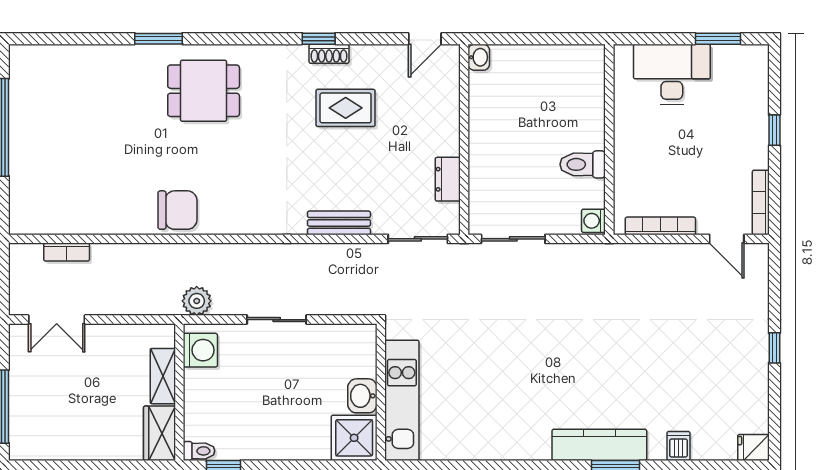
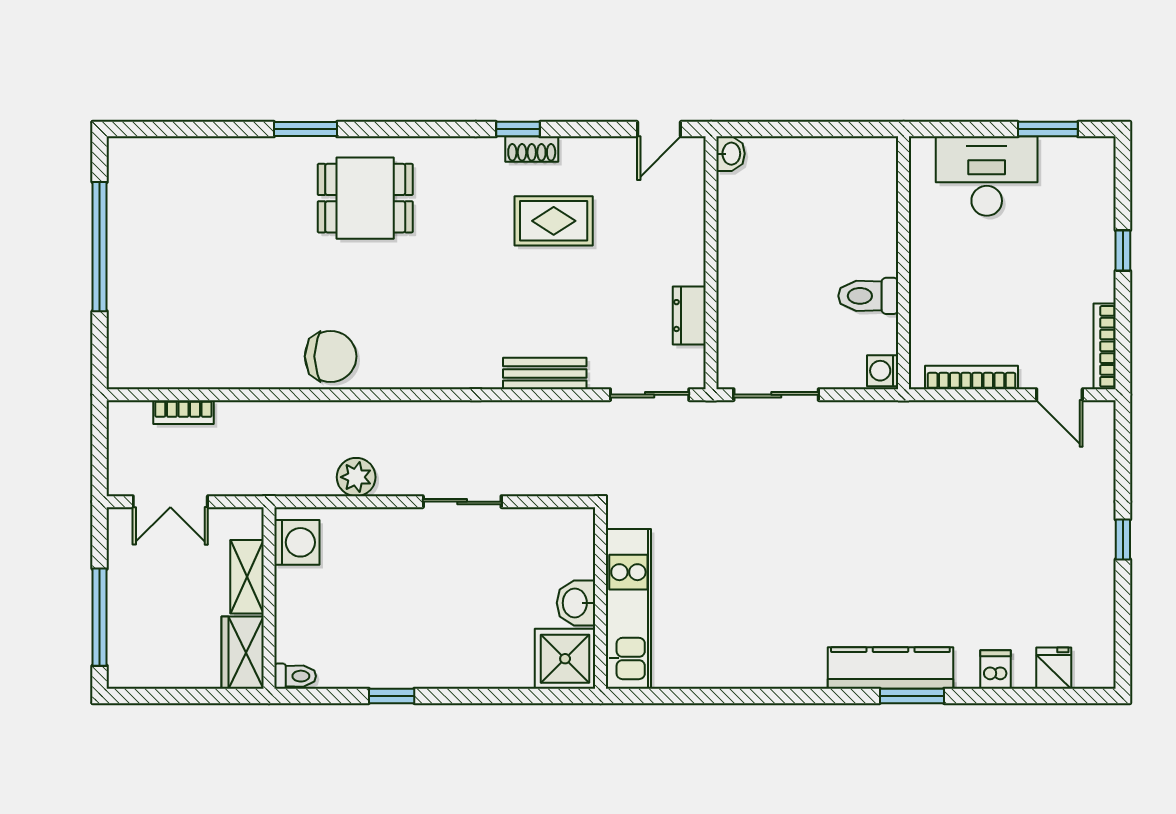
washing machine: (200, 350) -> (297, 542), moved
shelving: (163, 376) -> (247, 577), moved
wall: (179, 392) -> (269, 598), moved
wardrobe: (159, 433) -> (243, 653), moved
fridge: (753, 447) -> (1054, 668), moved, turned 90
toilet: (199, 451) -> (295, 676), moved

